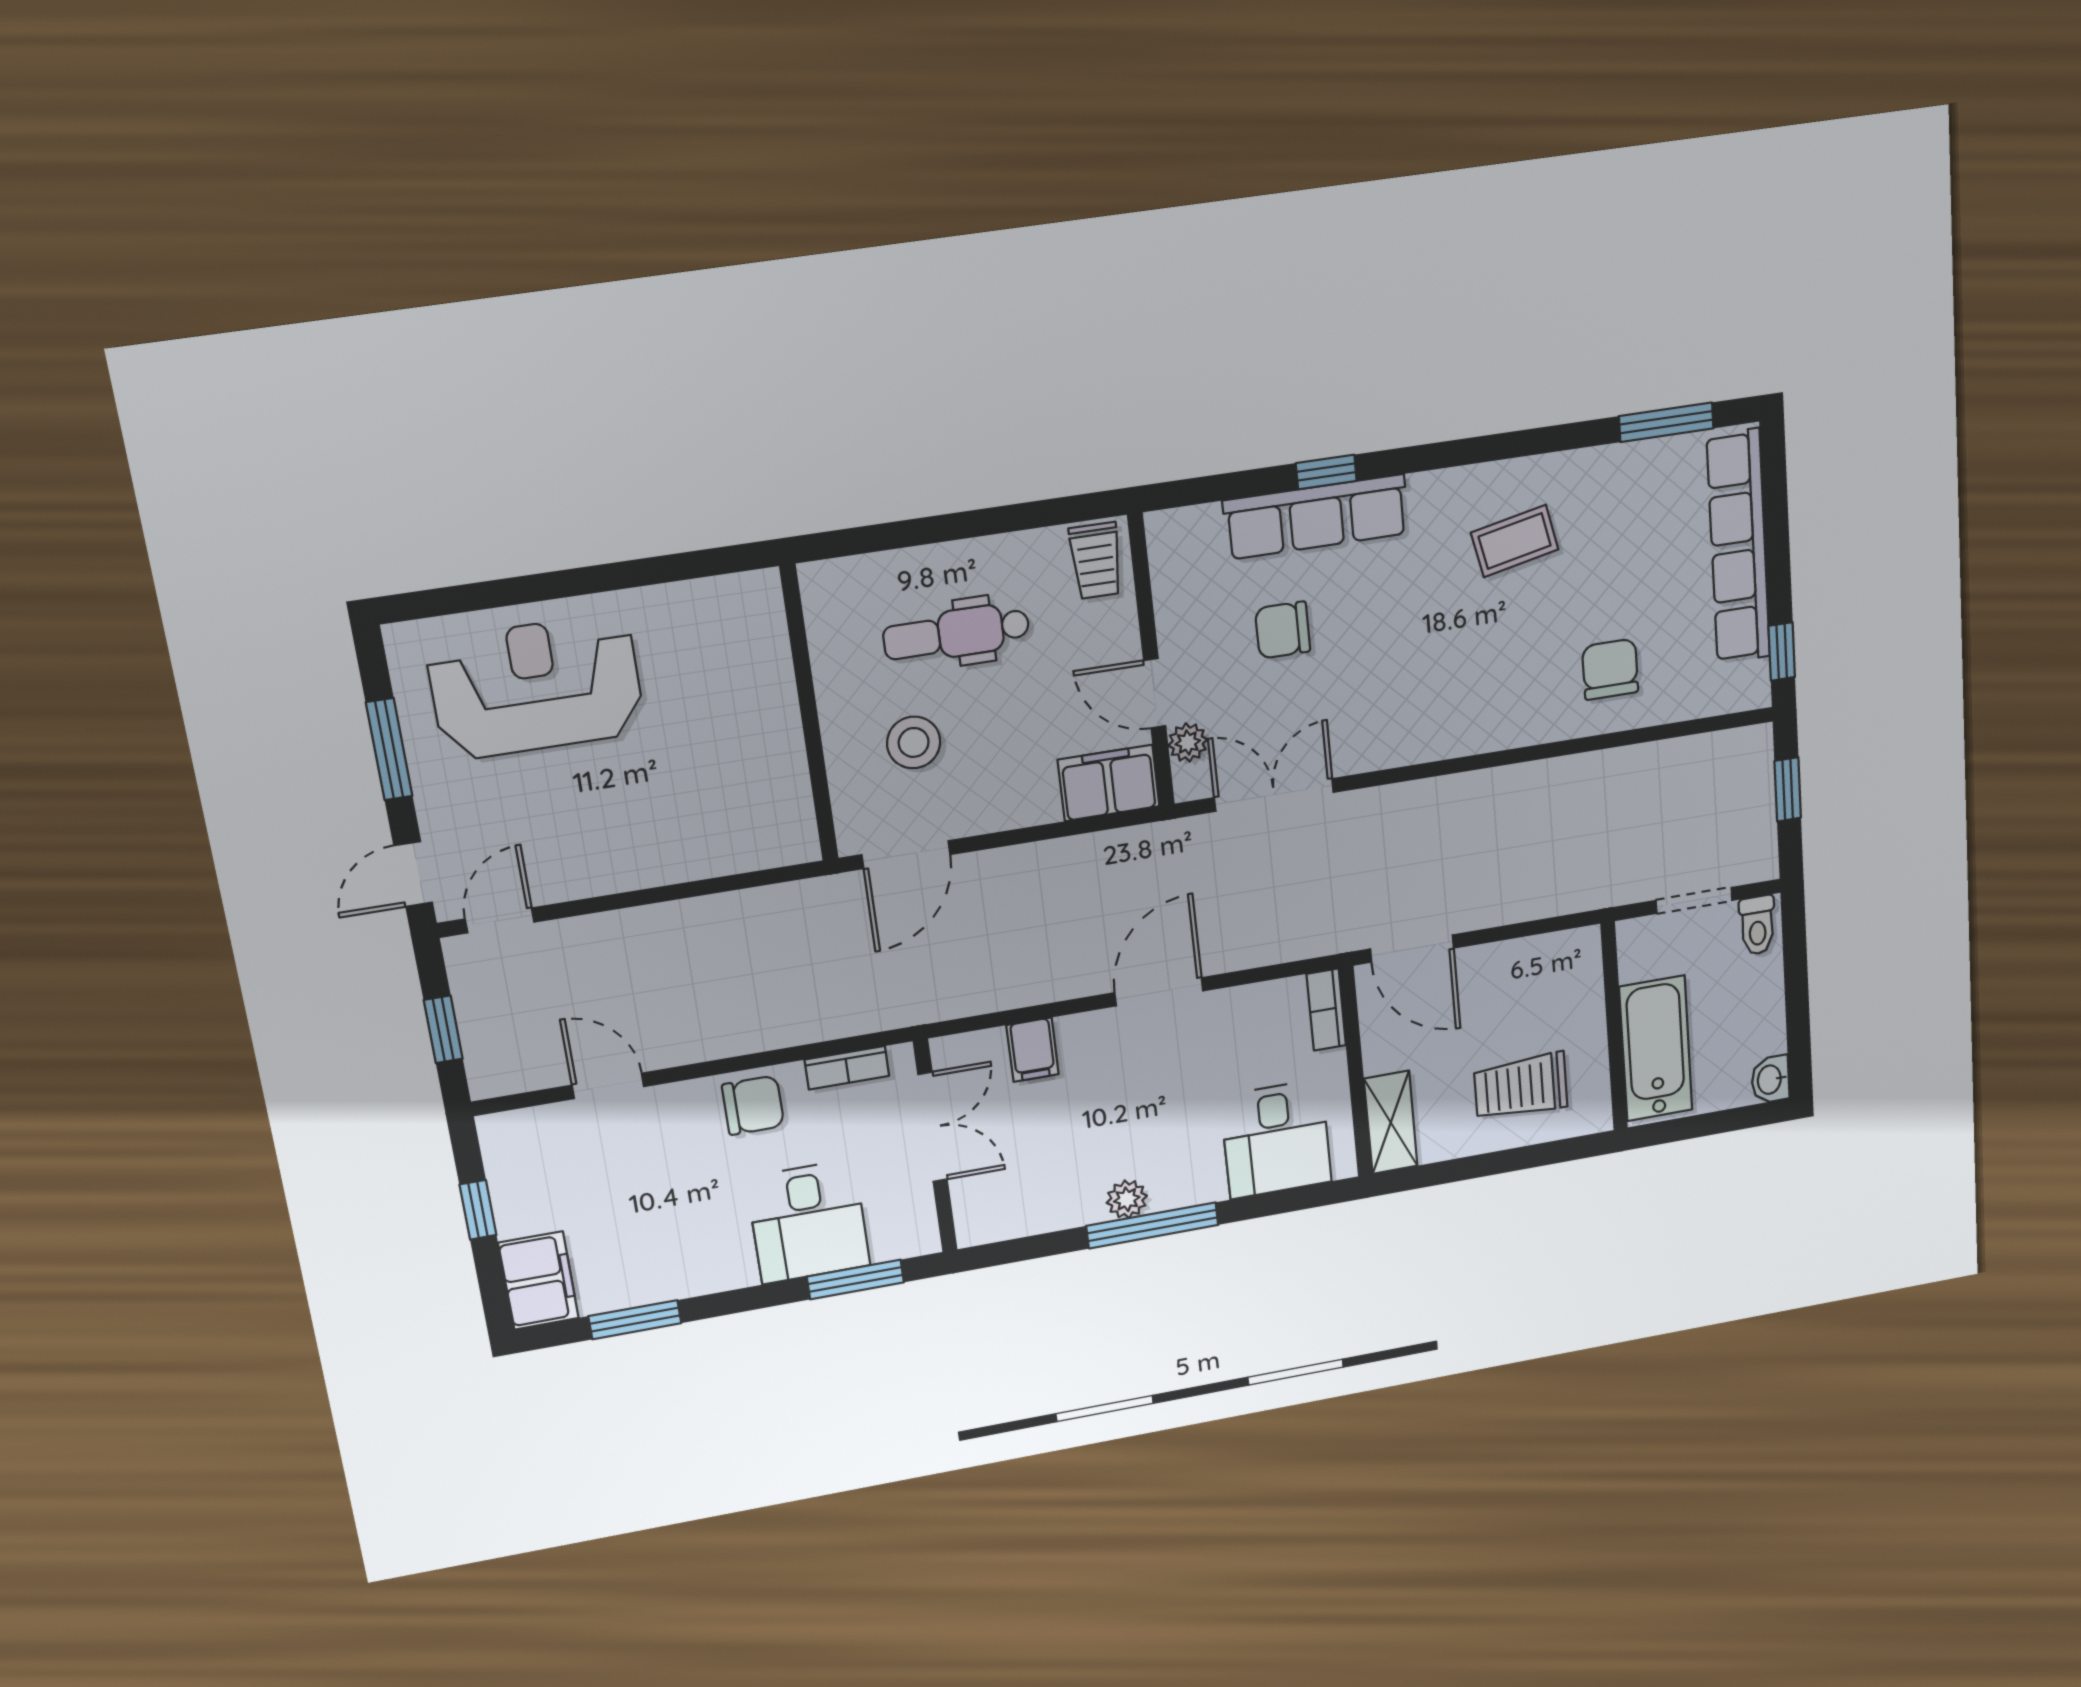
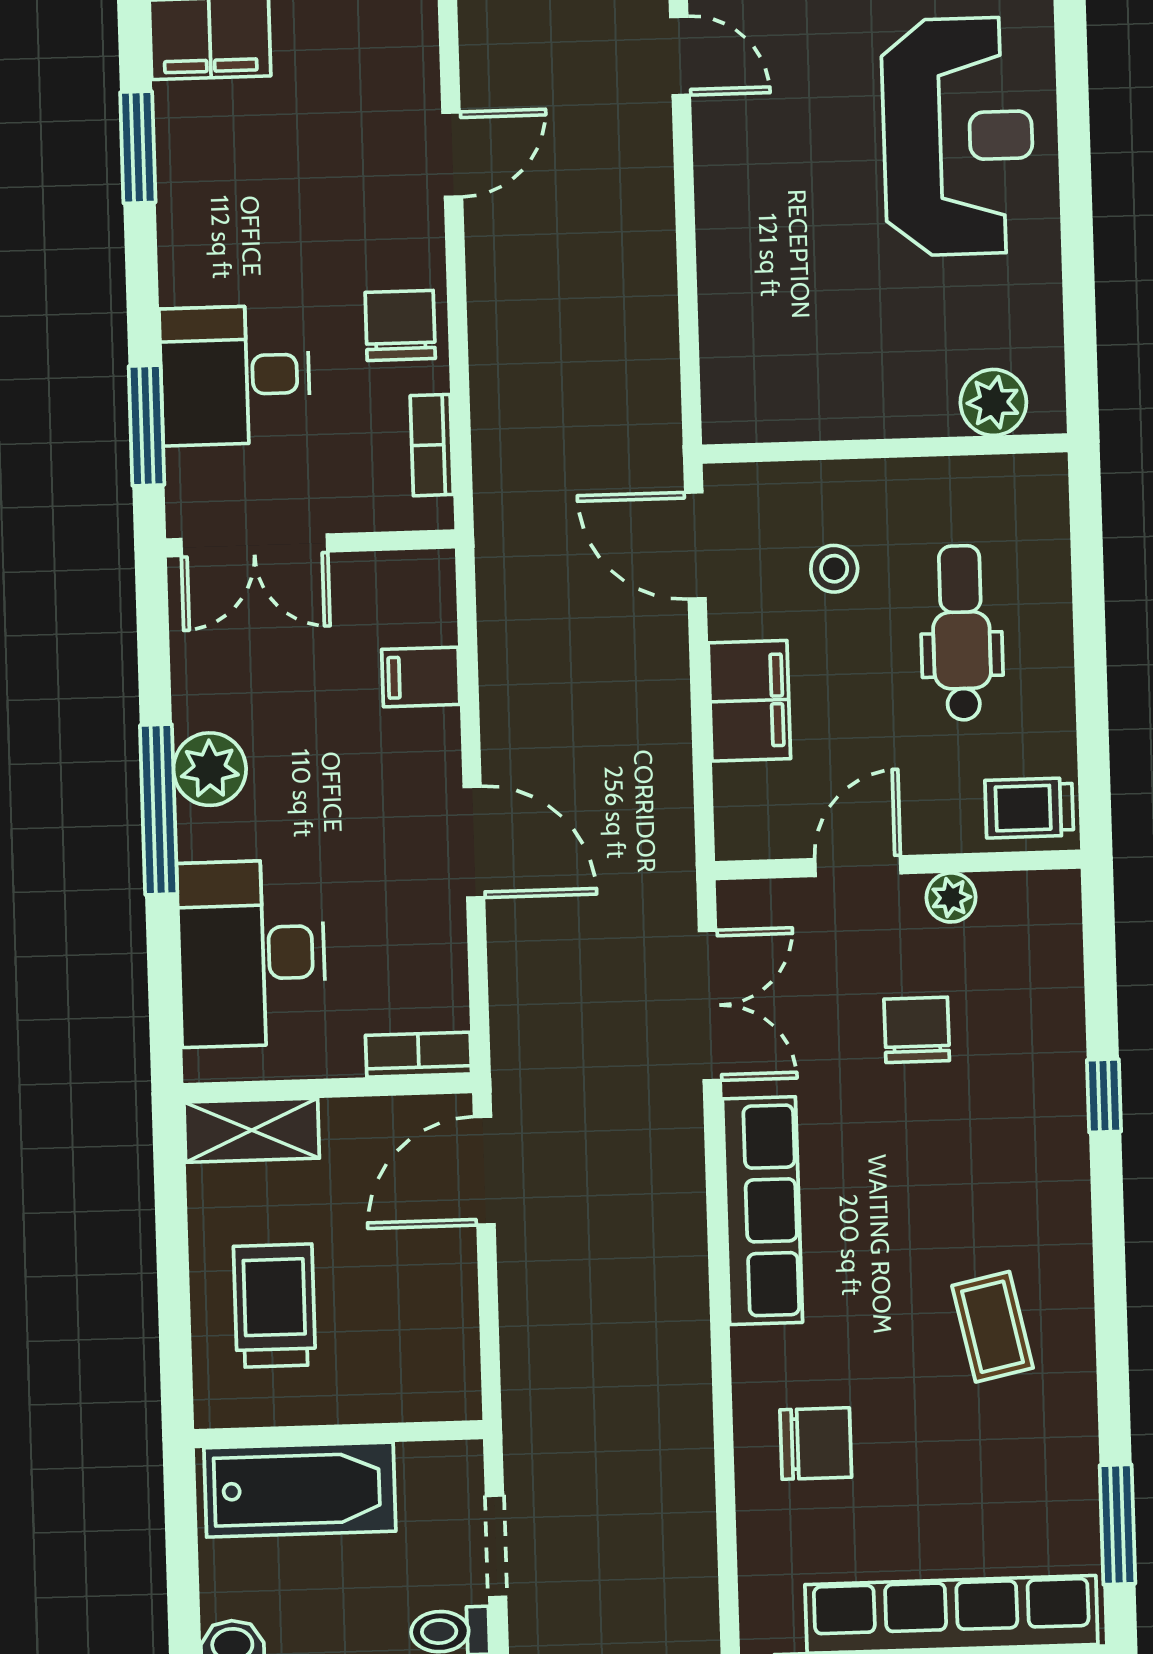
row of seats: (1316, 517) -> (763, 1211), moved, turned 180
plant: (760, 630) -> (993, 402), added
stool: (914, 742) -> (834, 569), width x0.73, depth x0.73
plant: (1188, 742) -> (951, 897), moved
filing cabinet: (1109, 783) -> (749, 701), moved
chair: (753, 1105) -> (400, 325), turned 180
double door: (933, 1127) -> (254, 545), moved
desk: (1276, 1139) -> (252, 953), width x1.37
plant: (1127, 1199) -> (210, 769), width x1.38, depth x1.38

